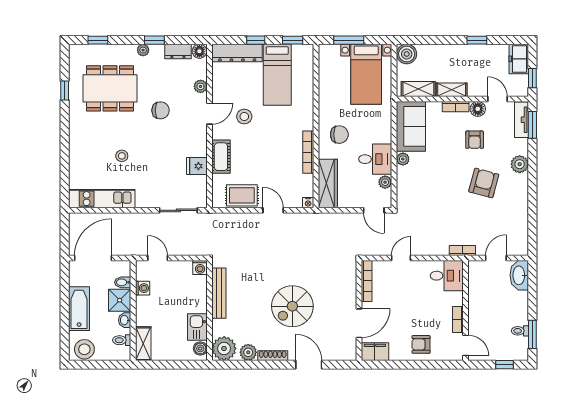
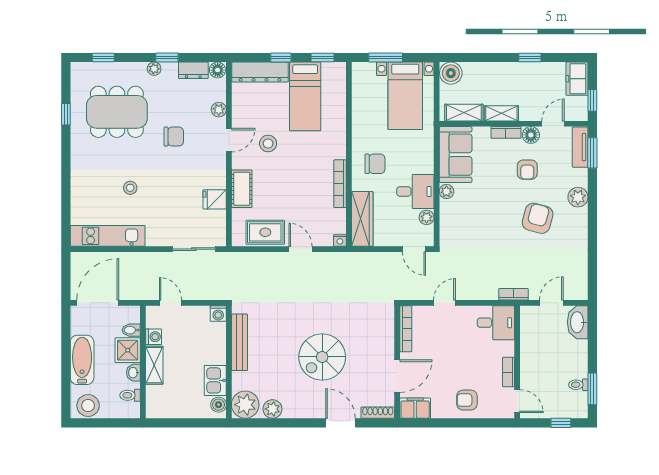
door: (497, 99) -> (553, 124), hinge flipped
shelving: (143, 344) -> (154, 365), moved
shoe rack: (273, 356) -> (378, 413), moved

